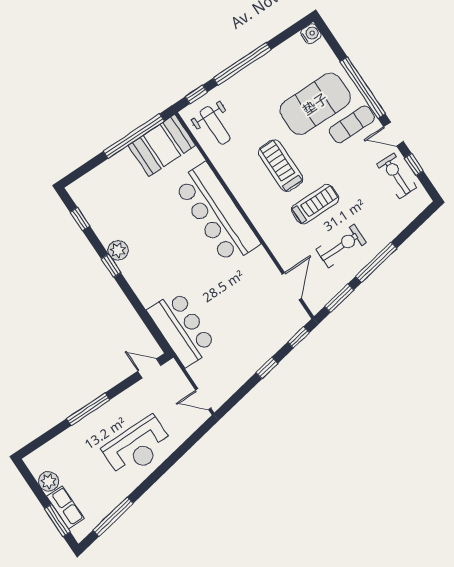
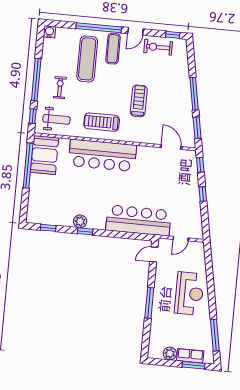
exercise mat: (315, 104) -> (87, 59), width x0.68
window: (414, 164) -> (173, 35), moved
treadmill: (281, 166) -> (102, 122), moved
exercise bike: (341, 246) -> (60, 88), moved, width x0.73, depth x0.72
bar counter: (182, 328) -> (138, 220), width x1.36
door: (203, 399) -> (181, 239), moved

